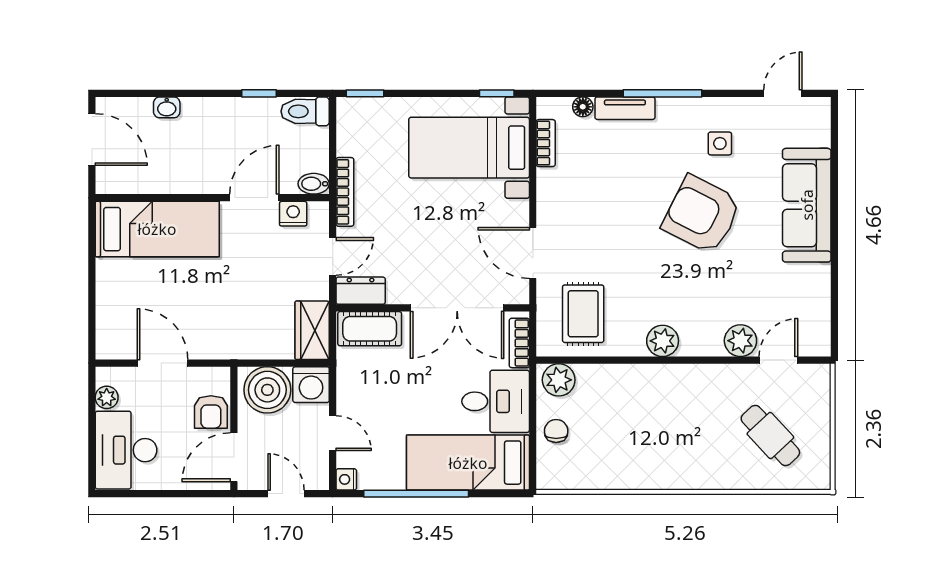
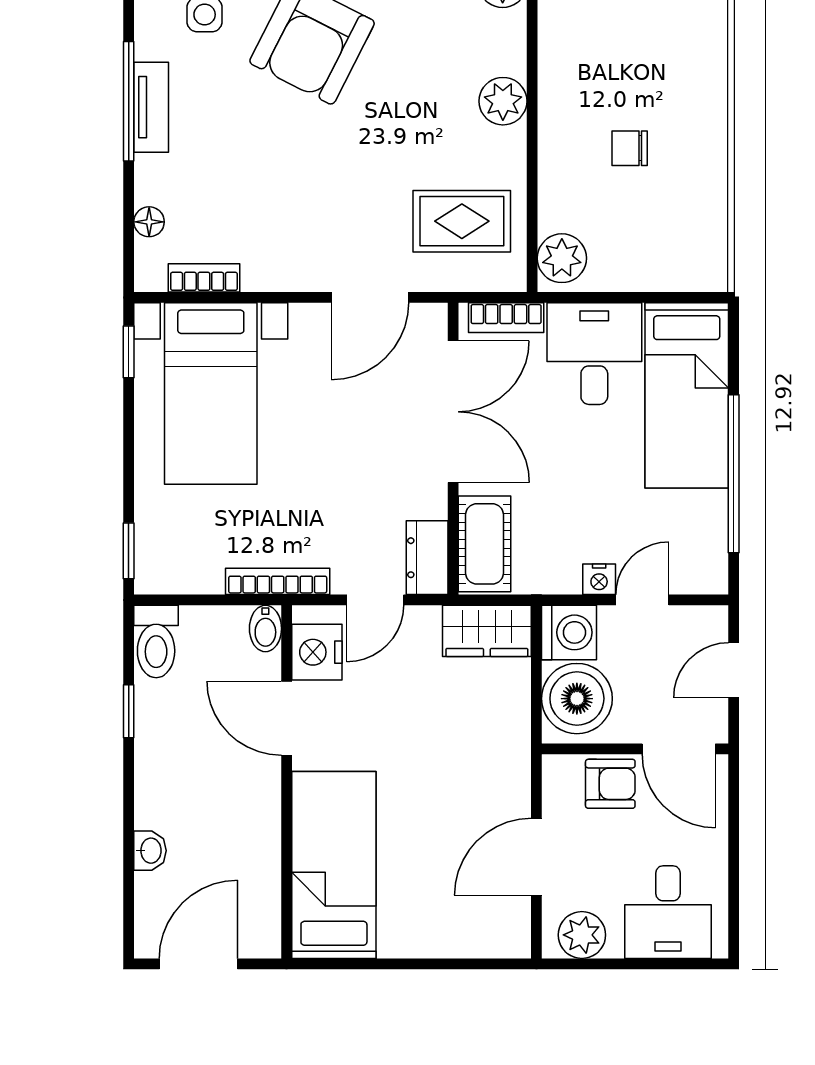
tv unit: (625, 108) -> (151, 107), moved
nightstand: (293, 214) -> (317, 652), width x1.36, depth x1.33
door: (333, 256) -> (375, 600), swing flipped
plant: (107, 397) -> (582, 935), width x1.38, depth x1.38
chair: (556, 431) -> (630, 148), moved
desk: (126, 450) -> (668, 912), width x0.73
nightstand: (346, 479) -> (599, 579), moved

